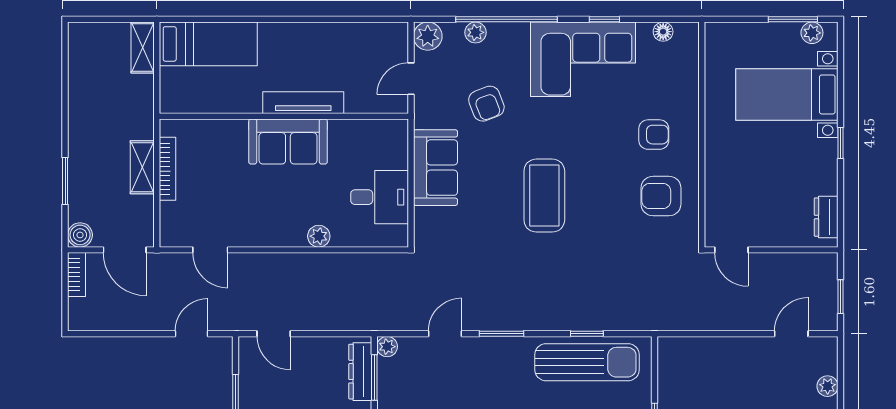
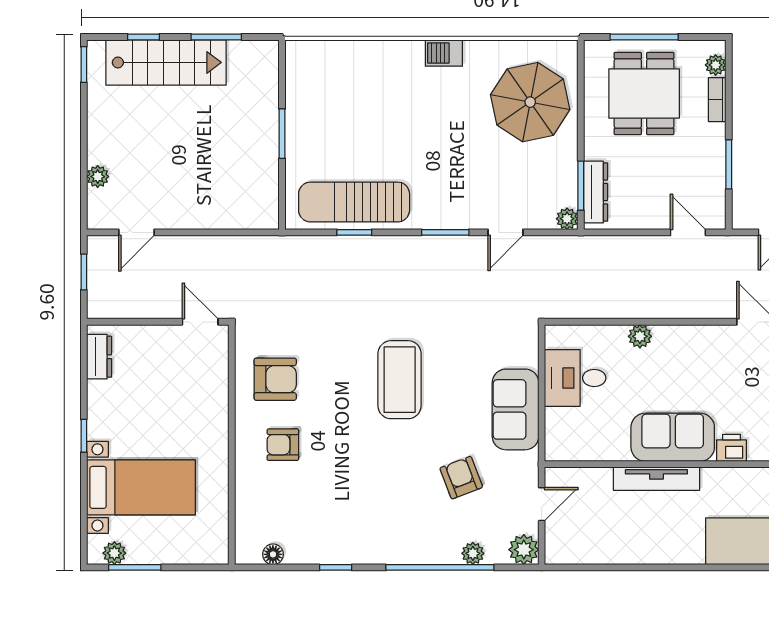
corner sofa: (583, 59) -> (358, 525), removed
printer: (233, 132) -> (731, 448), added

